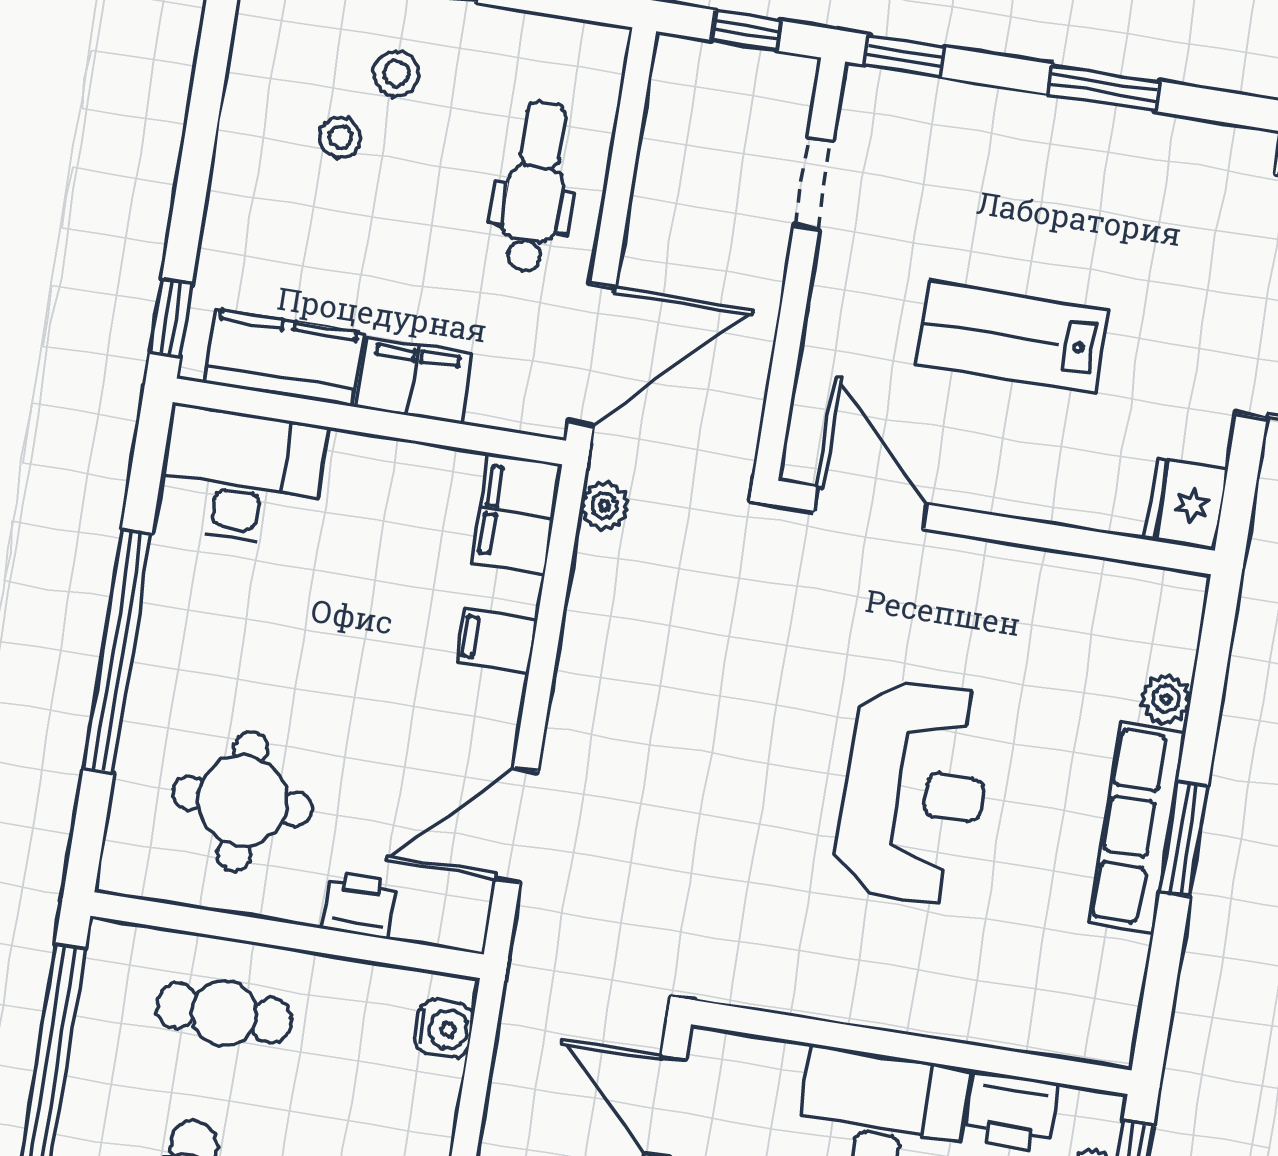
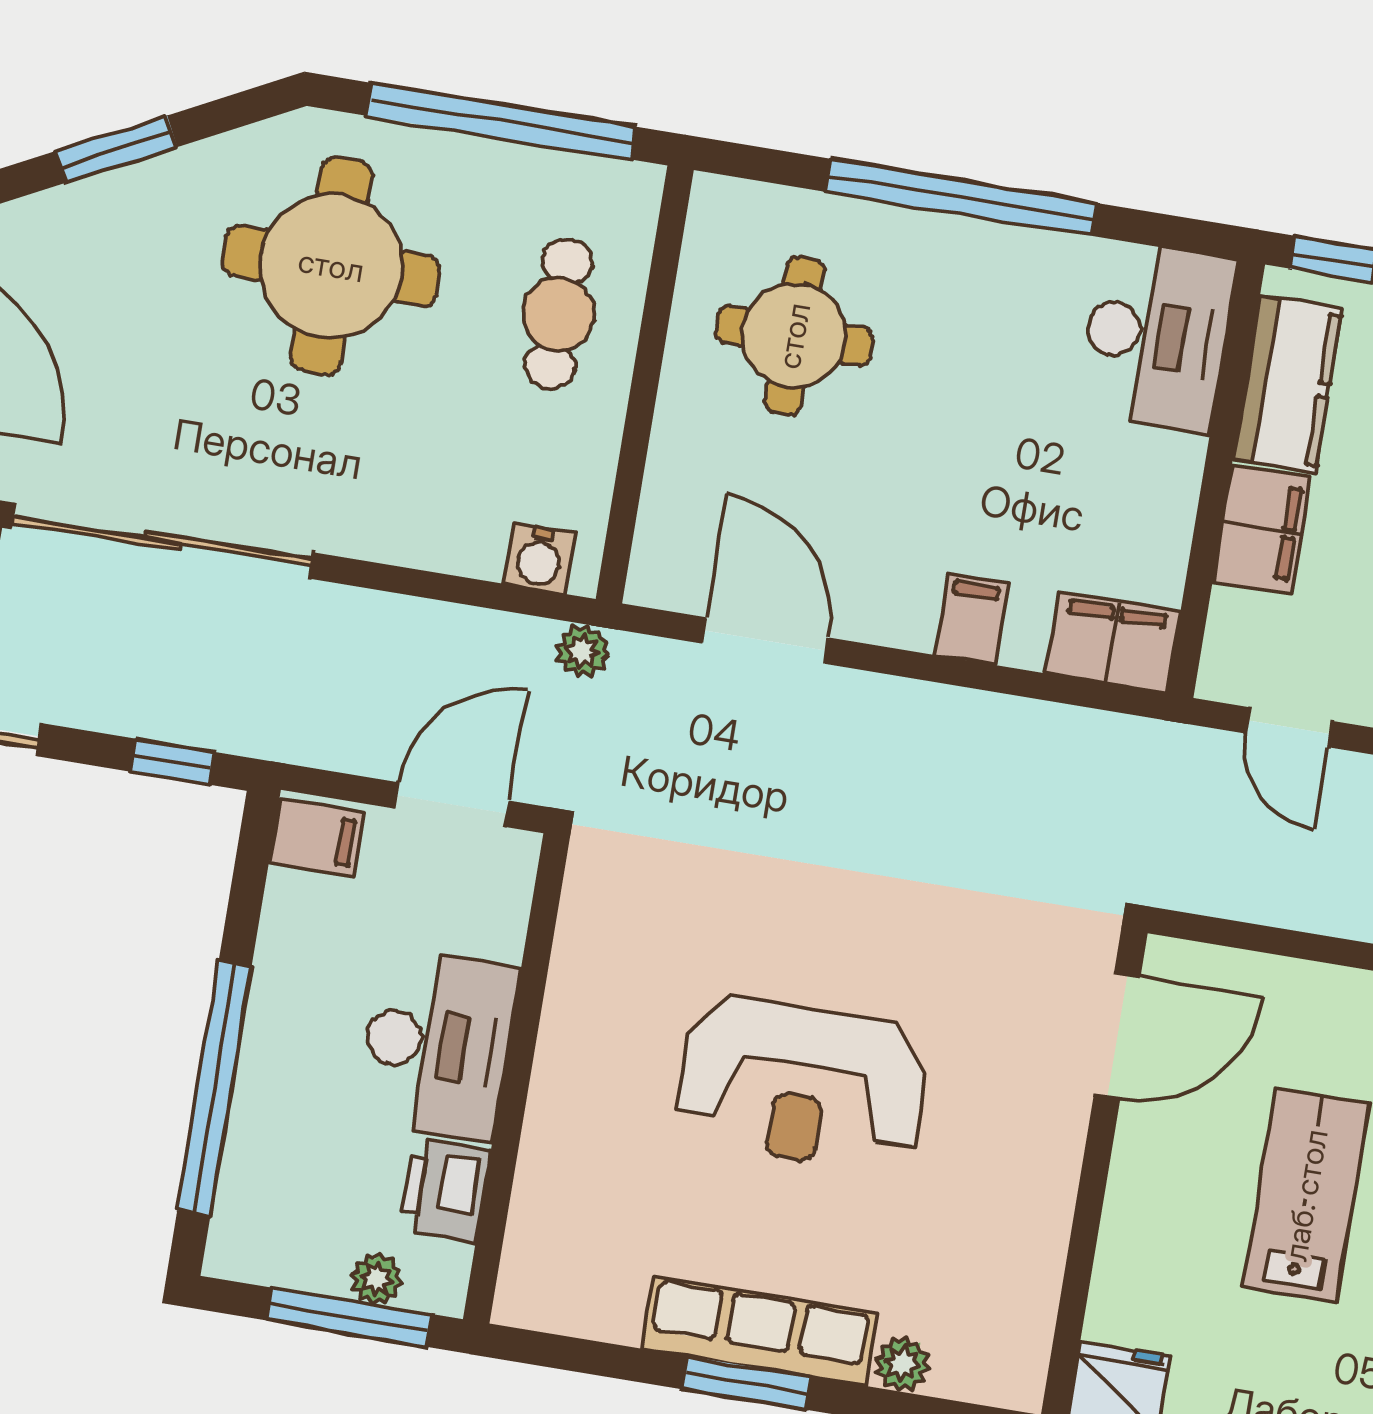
door: (592, 355) -> (1289, 727), width x0.53
plant: (604, 506) -> (583, 651), moved
printer: (359, 904) -> (679, 465), removed

